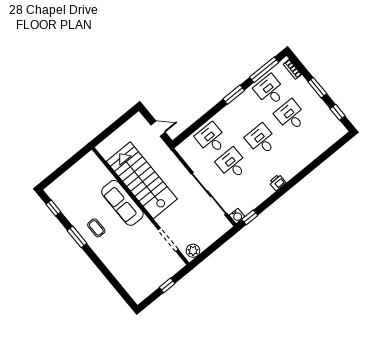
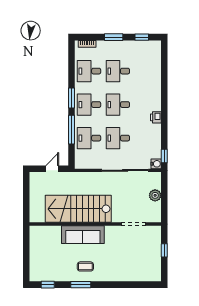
window: (264, 70) -> (72, 130), moved
desk: (241, 115) -> (89, 105), added
plant: (193, 251) -> (155, 195), moved

